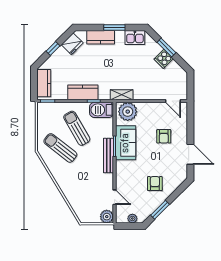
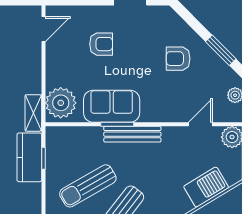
kitchen counter: (83, 92) -> (29, 157), moved
barbecue: (102, 110) -> (206, 187), moved, turned -121

